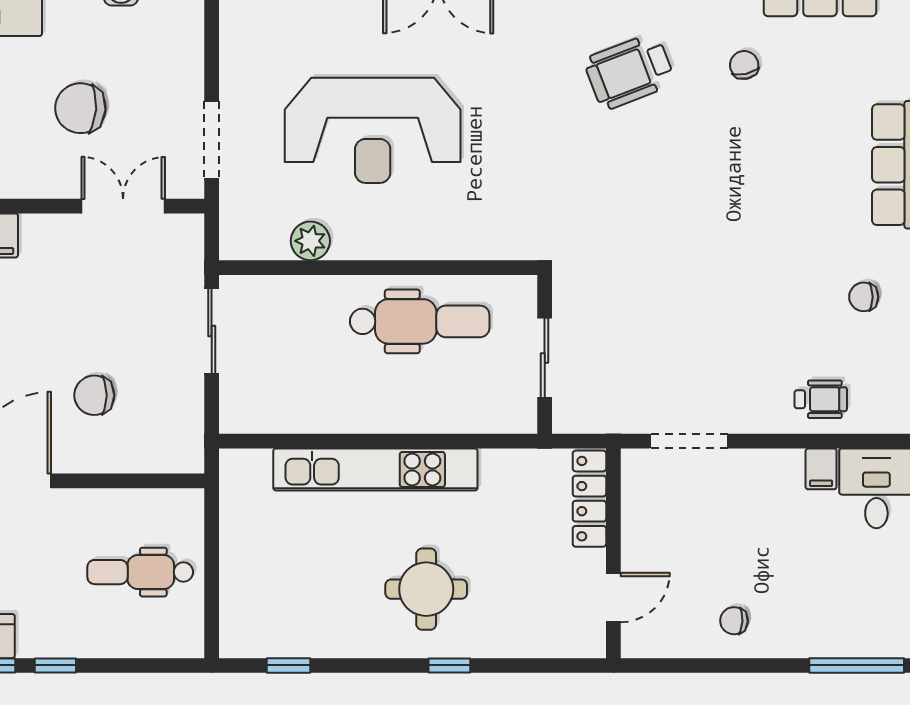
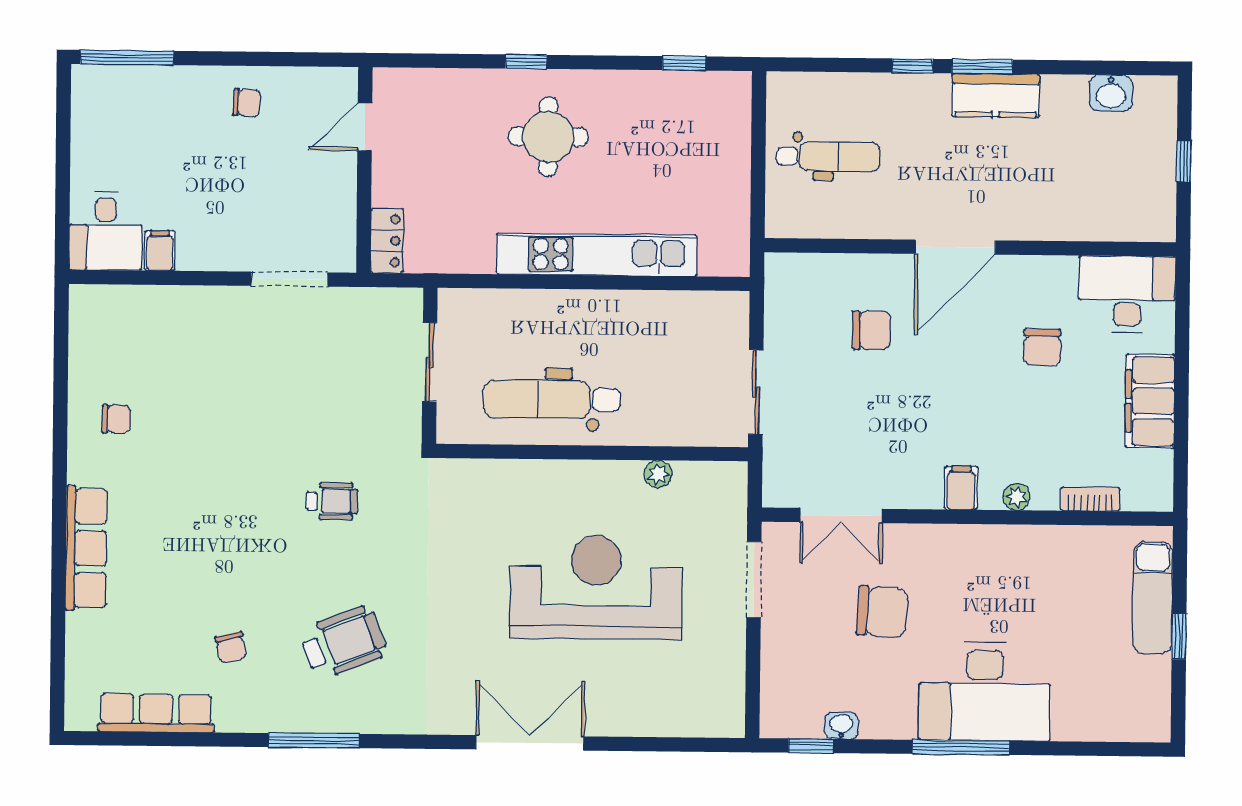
plant: (310, 241) -> (658, 474), width x0.73, depth x0.73
wheelchair: (821, 399) -> (332, 501), moved, turned 180
locker: (589, 499) -> (387, 241), width x0.66

